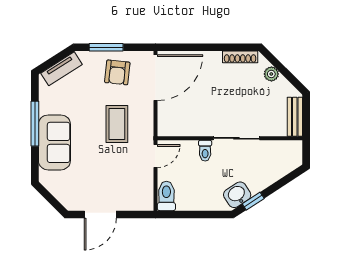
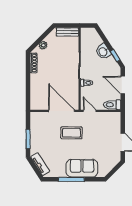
armchair: (117, 72) -> (42, 133), removed
door: (156, 78) -> (61, 111), moved
washbasin: (237, 195) -> (103, 52), moved
door: (201, 214) -> (123, 85), added

